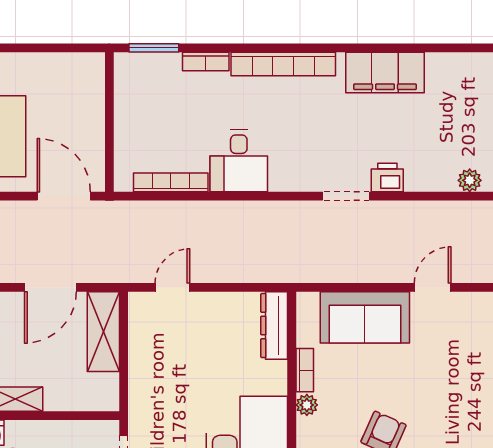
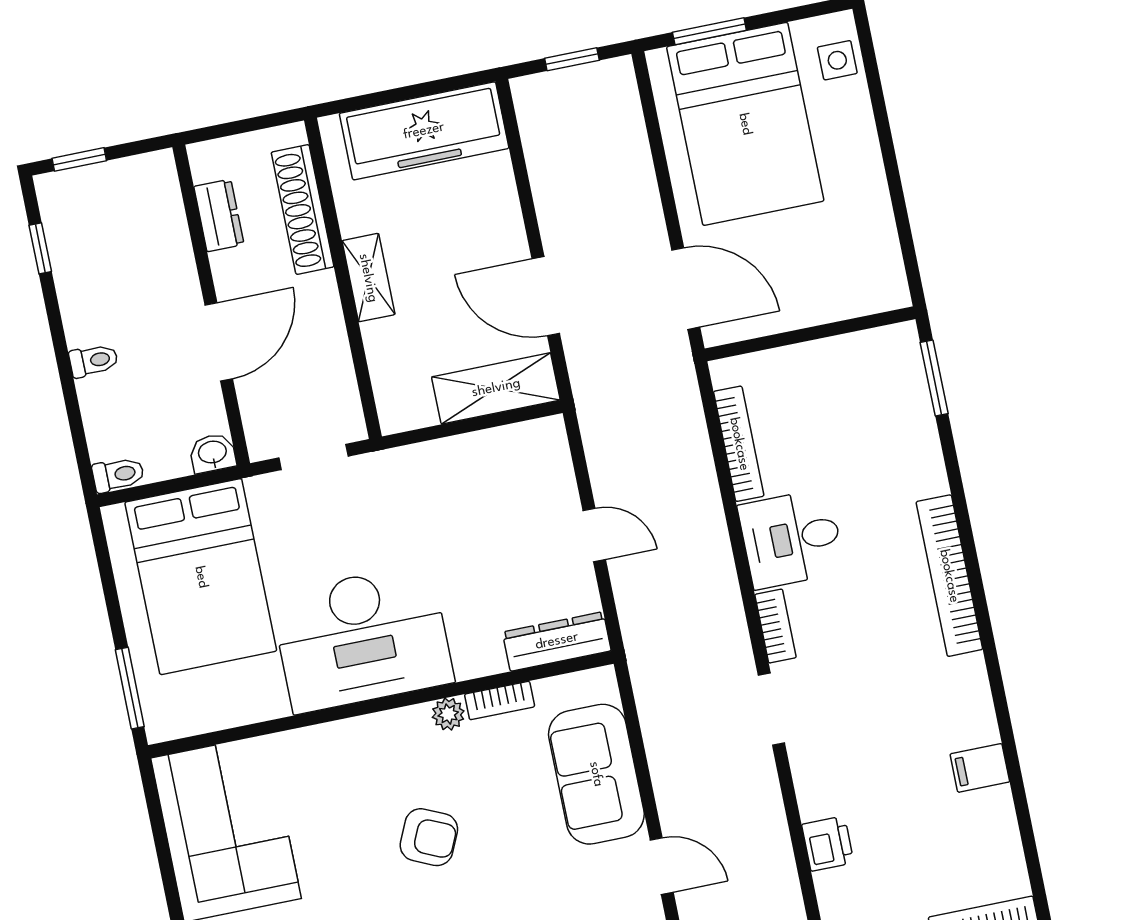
bookcase: (206, 61) -> (775, 626), moved, turned 180
filing cabinet: (385, 73) -> (980, 768), width x0.33, depth x0.86
printer: (387, 177) -> (828, 844), moved
plant: (470, 180) -> (832, 889), removed
door: (64, 196) -> (686, 289), hinge flipped
door: (172, 287) -> (594, 535), moved

